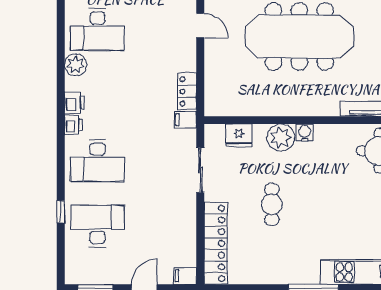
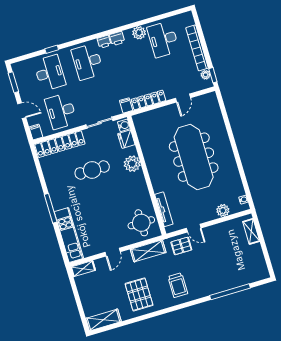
locker: (187, 91) -> (148, 100), width x1.53
water cooler: (305, 133) -> (124, 125), moved
cafe table: (272, 204) -> (92, 170), width x1.37, depth x1.35
desk: (163, 226) -> (61, 111), added

